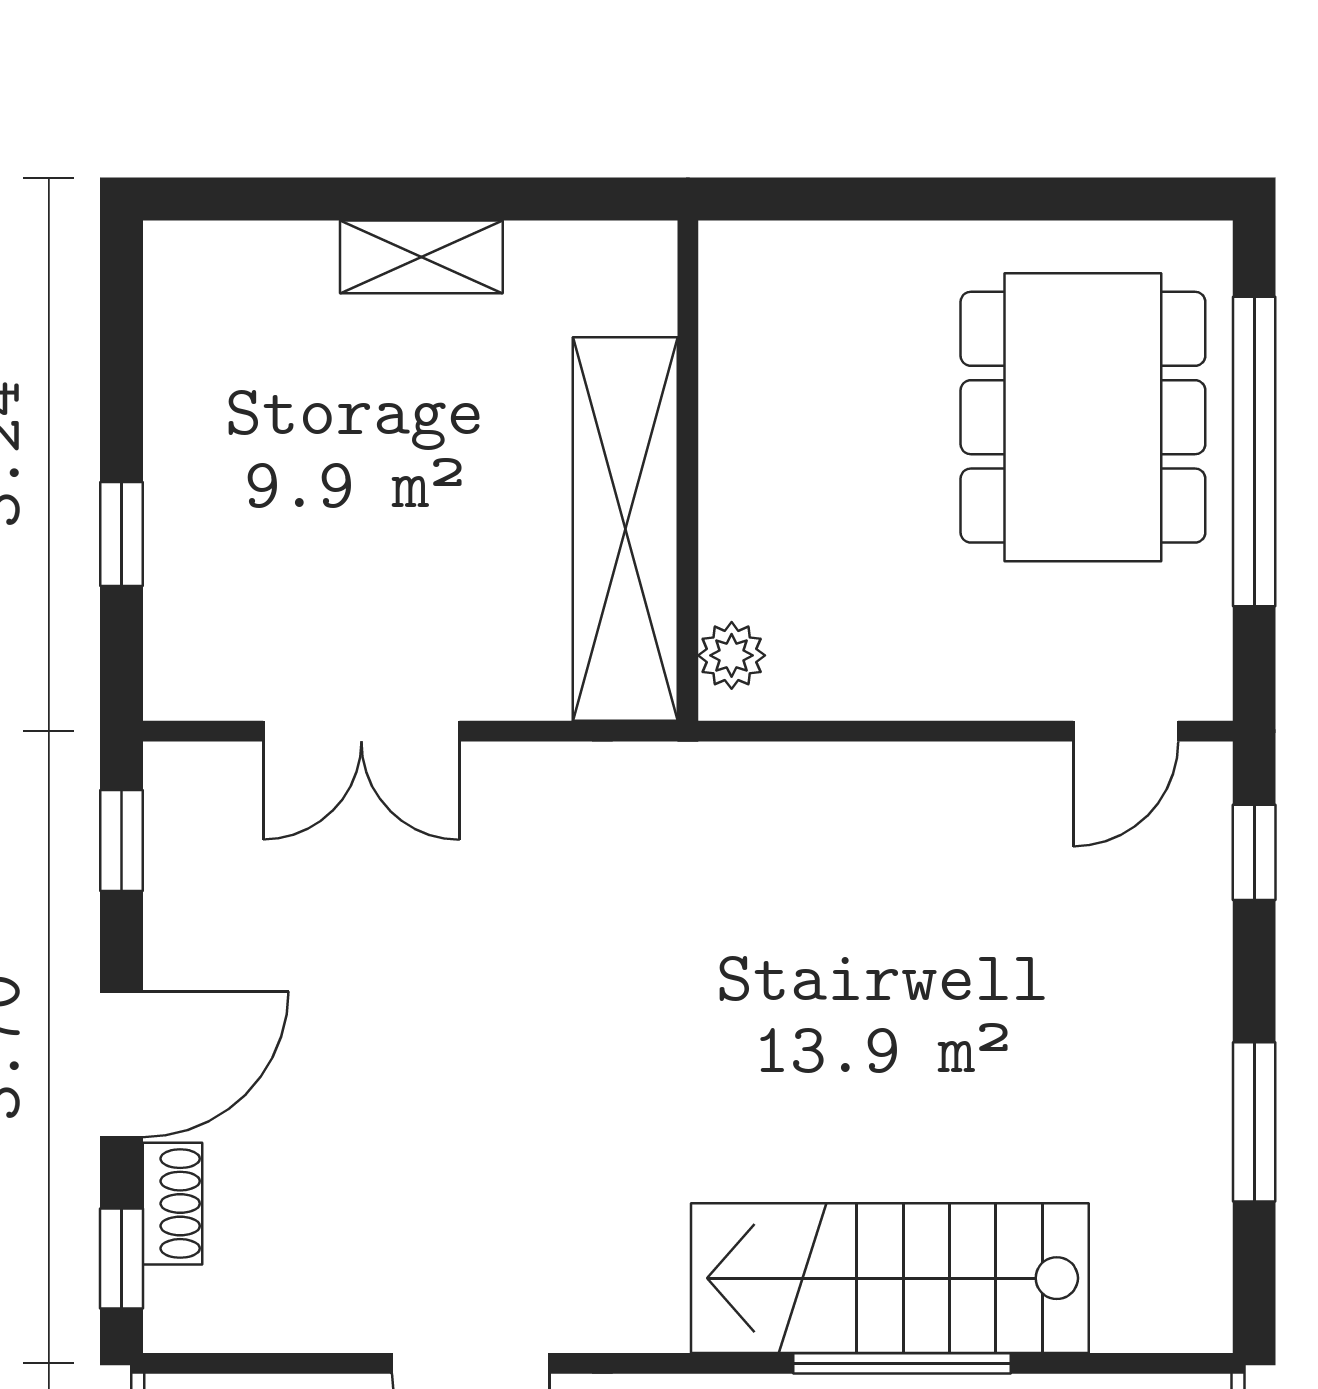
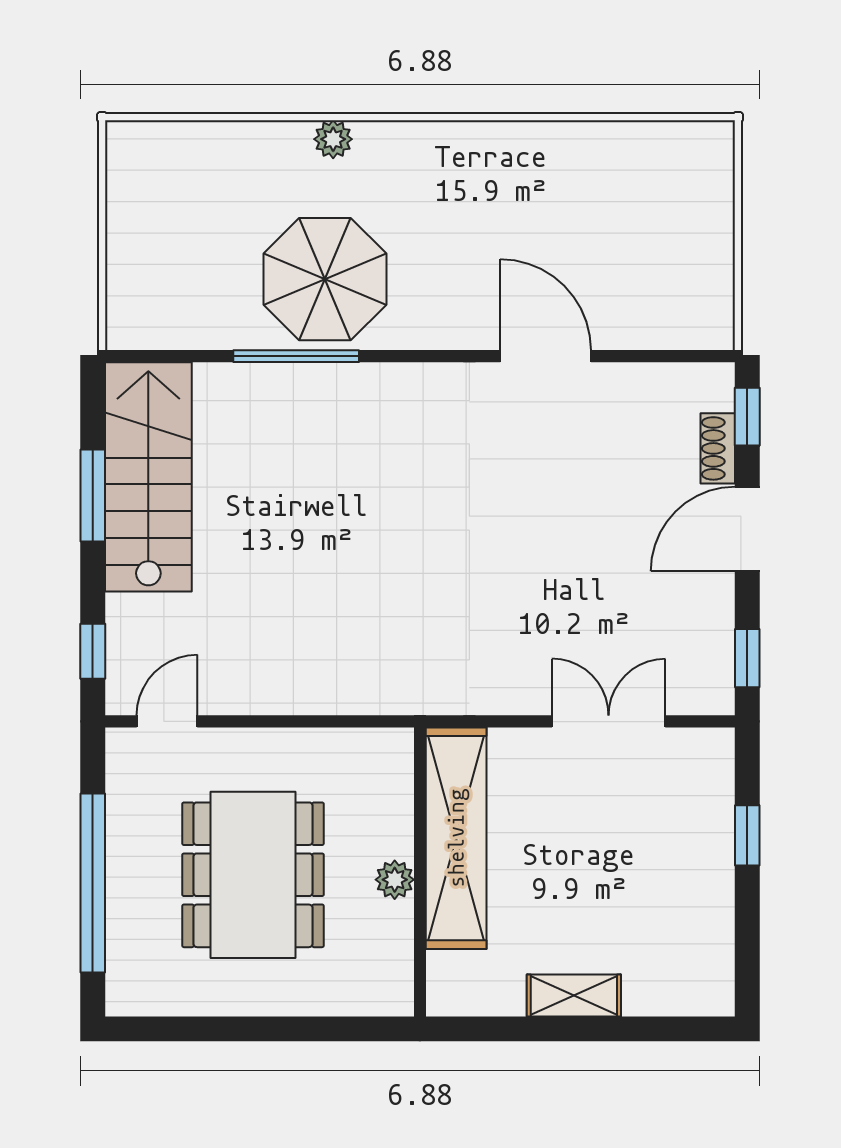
dining table: (1083, 417) -> (253, 875), moved
plant: (732, 655) -> (395, 880), moved
stairs: (890, 1278) -> (148, 477), moved, turned -90

